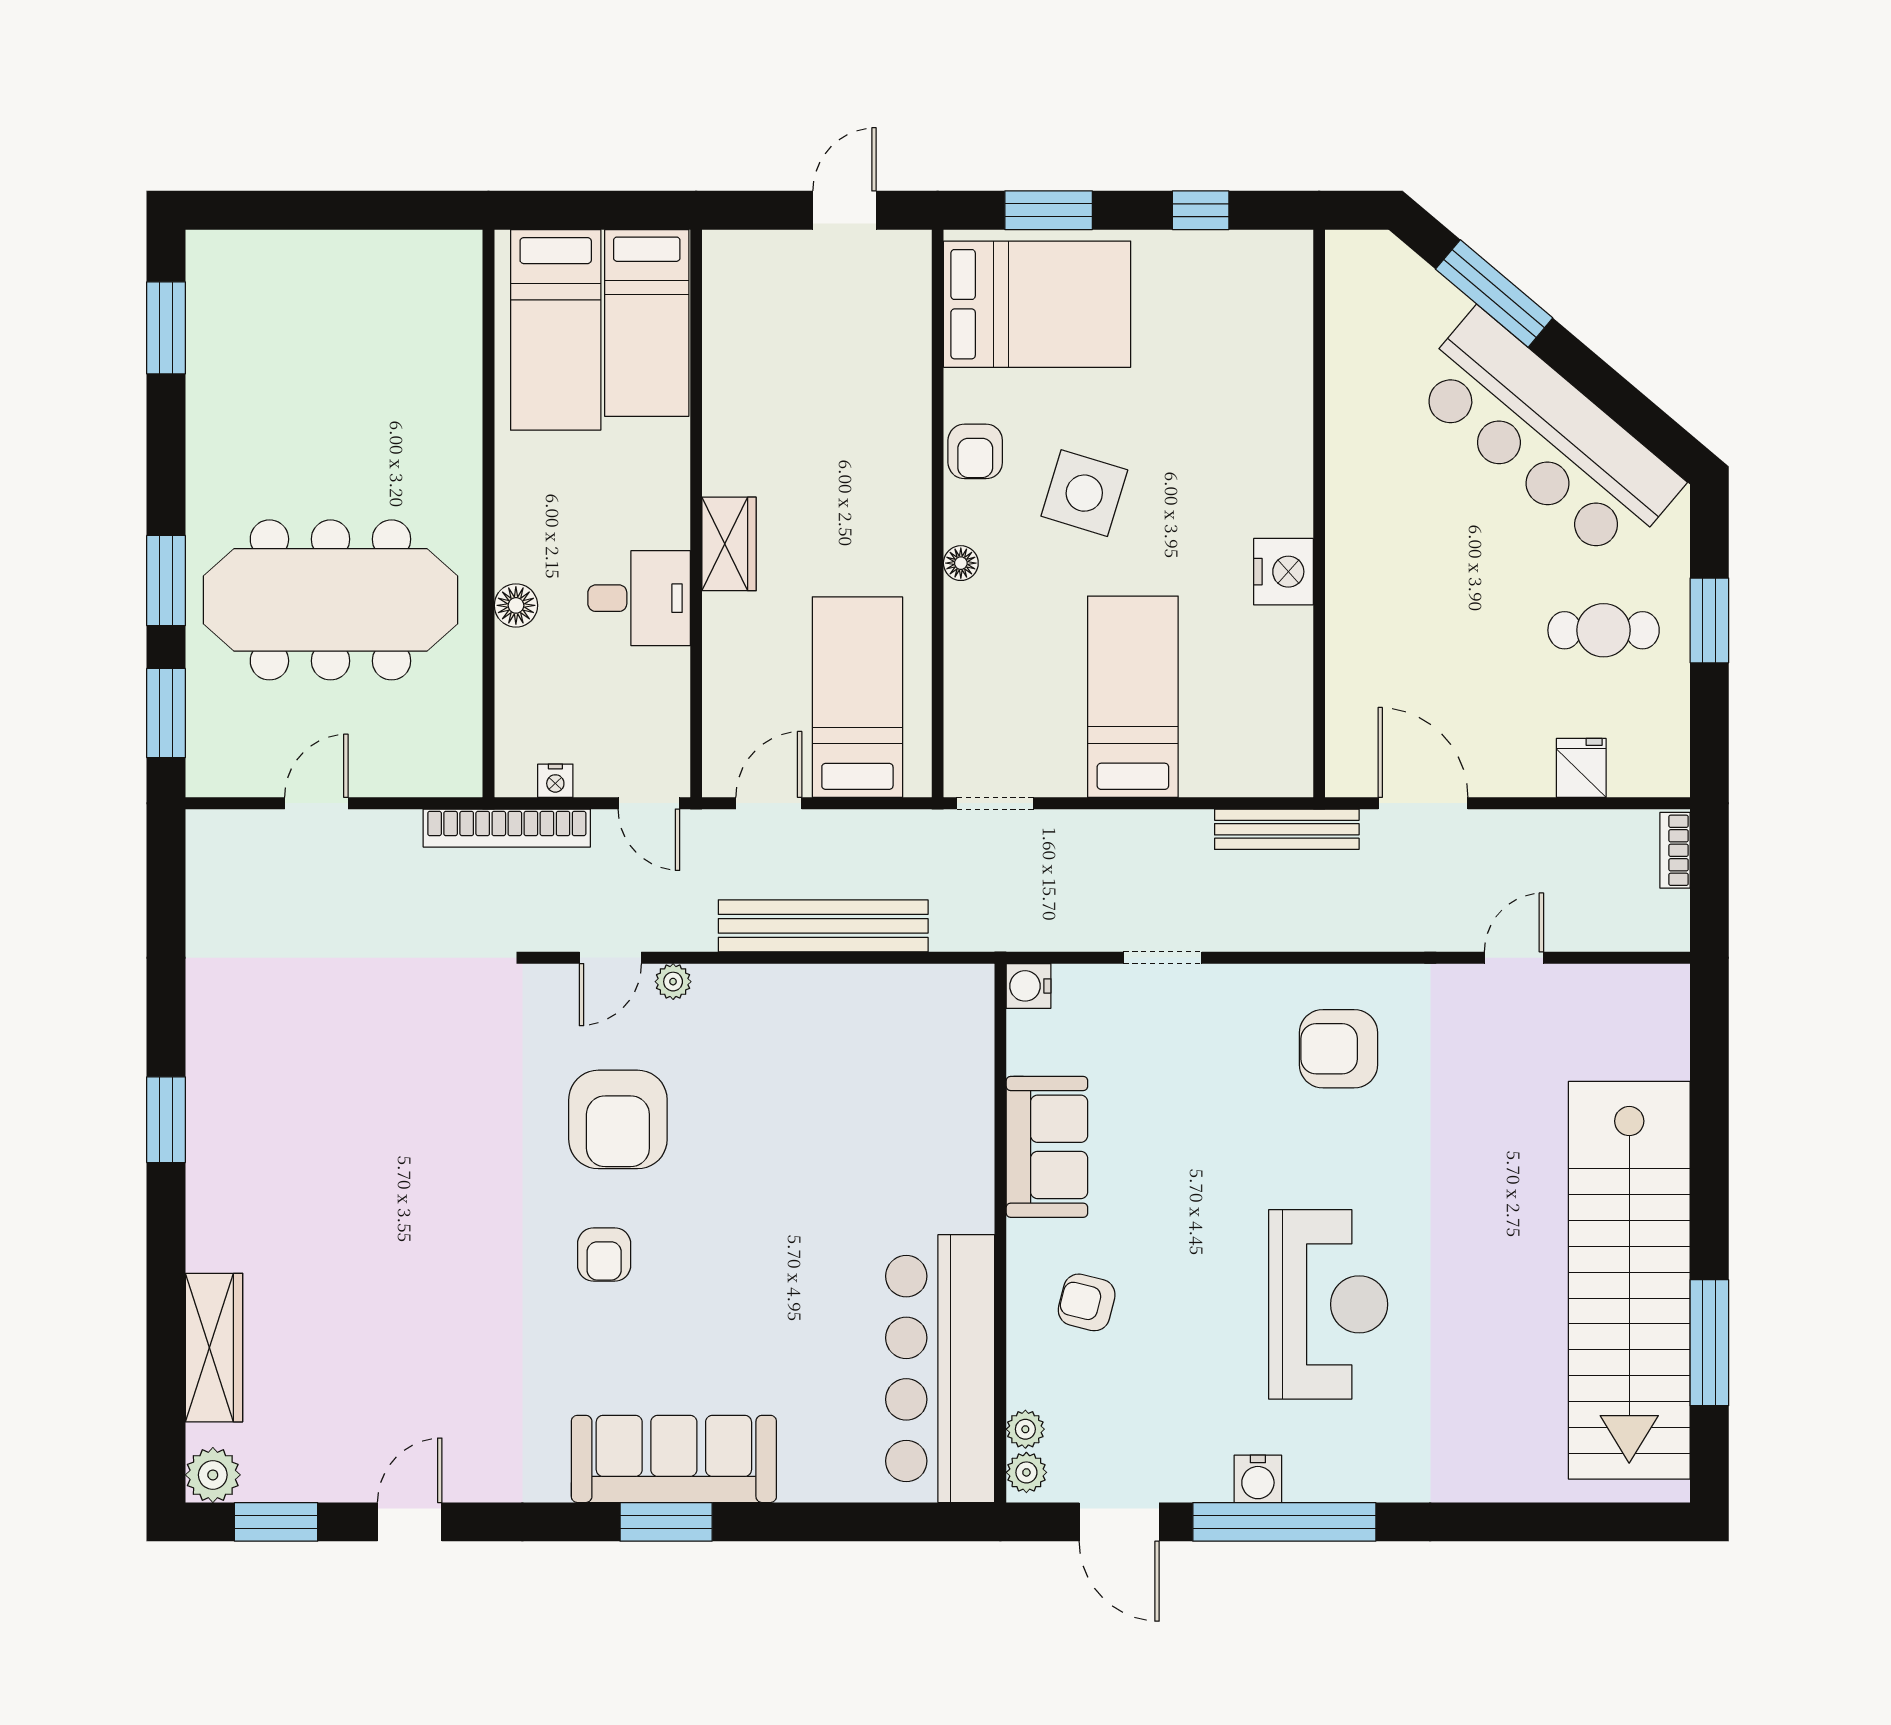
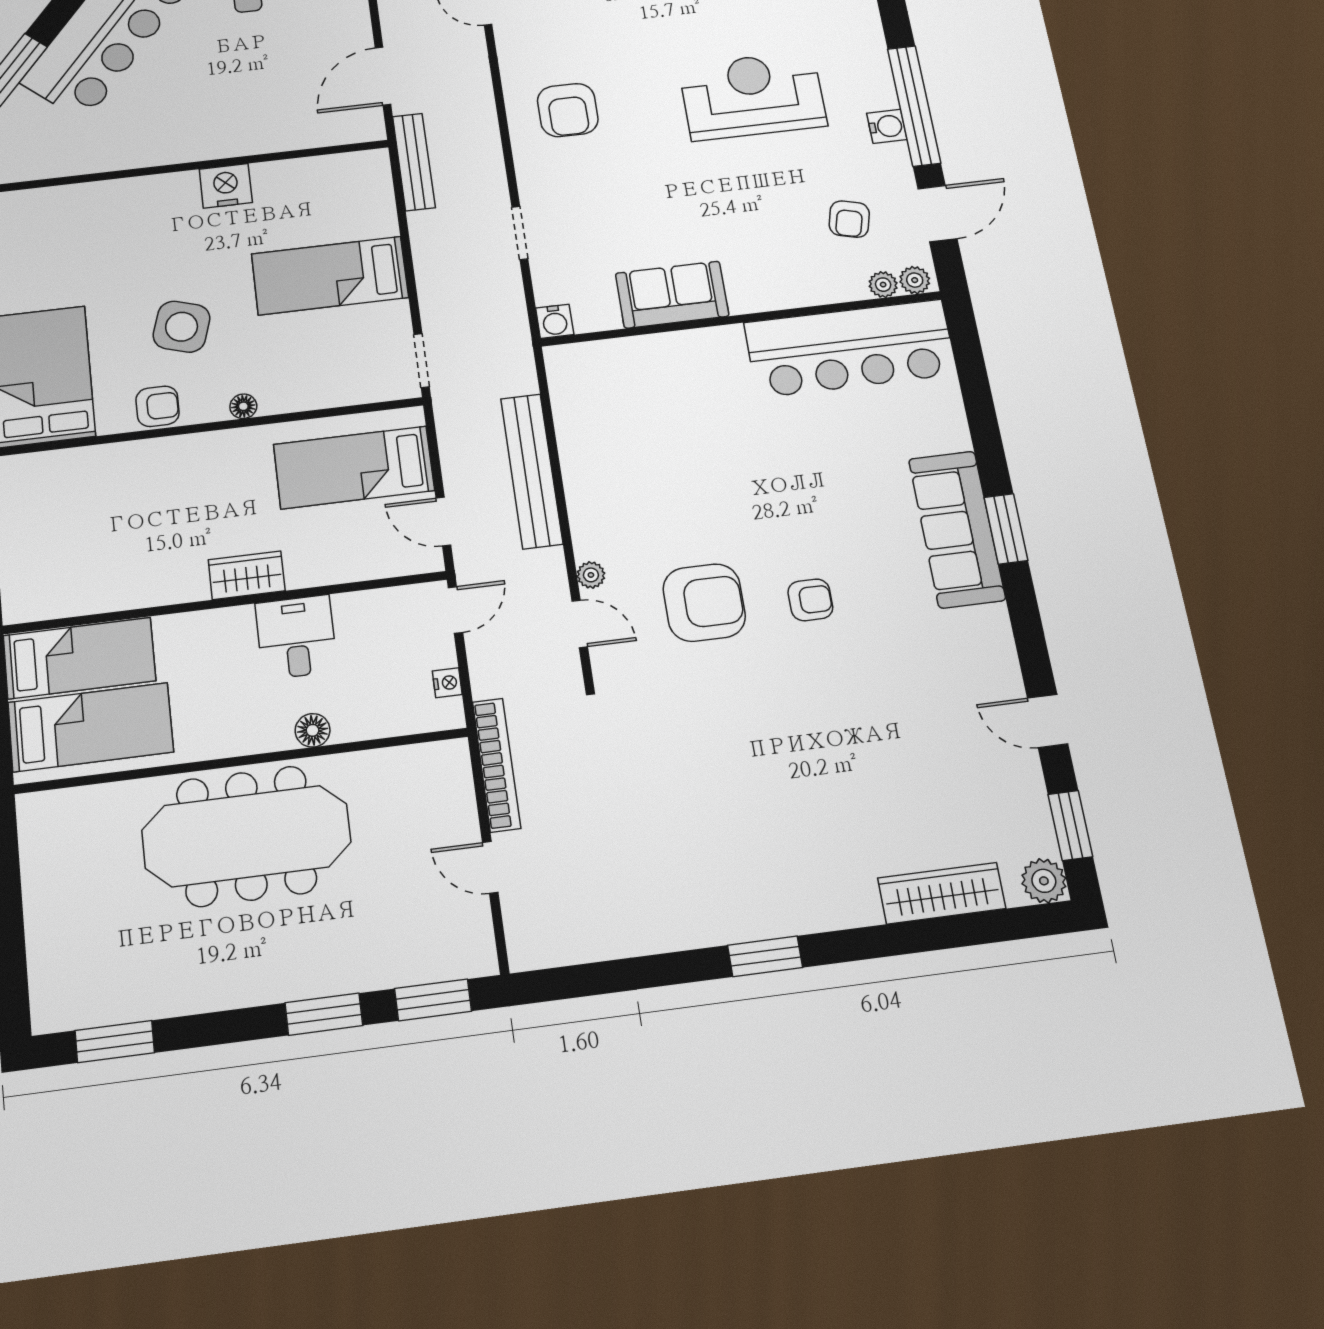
meeting table: (330, 600) -> (246, 836), moved, turned 90
bookcase: (507, 828) -> (496, 765), moved
armchair: (1087, 1302) -> (849, 219), moved

